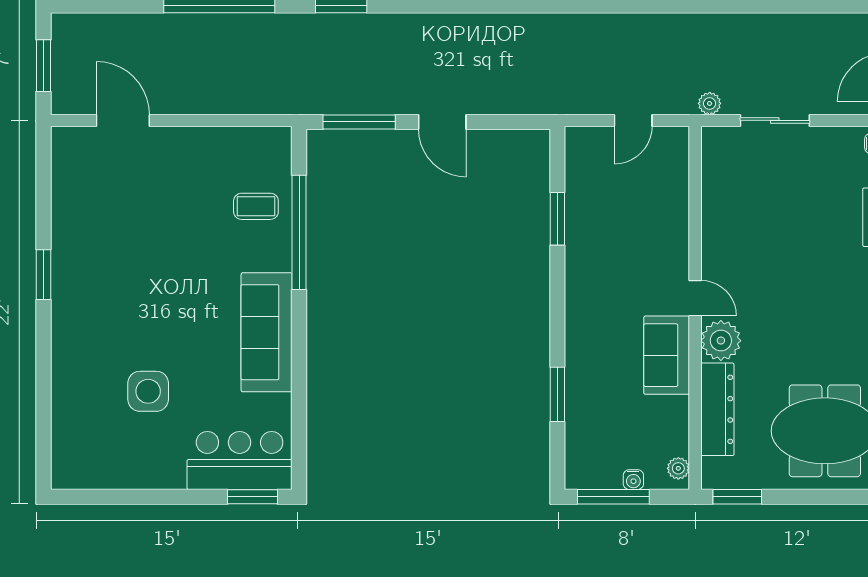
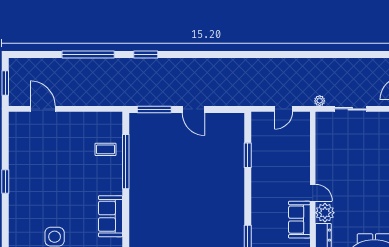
sofa: (267, 332) -> (111, 216), width x0.73

